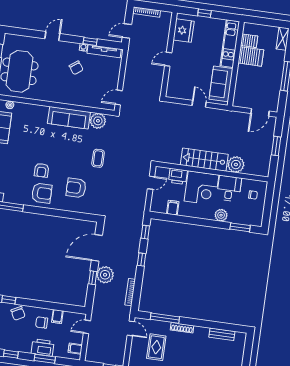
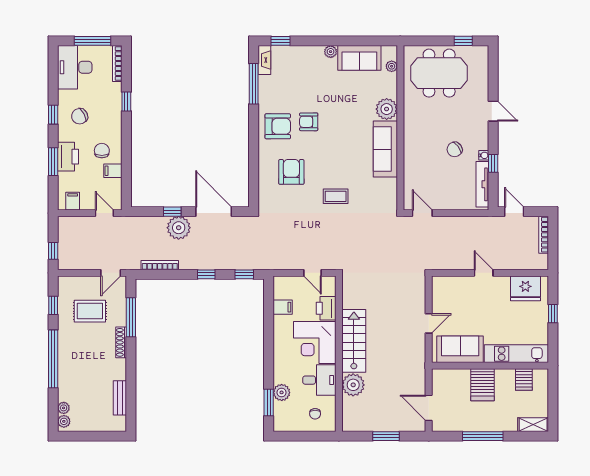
server rack: (251, 56) -> (482, 385), moved
plant: (98, 121) -> (387, 109), moved
armchair: (42, 193) -> (278, 126), turned -90
plant: (221, 215) -> (282, 392), moved
chair: (18, 313) -> (80, 116), moved

